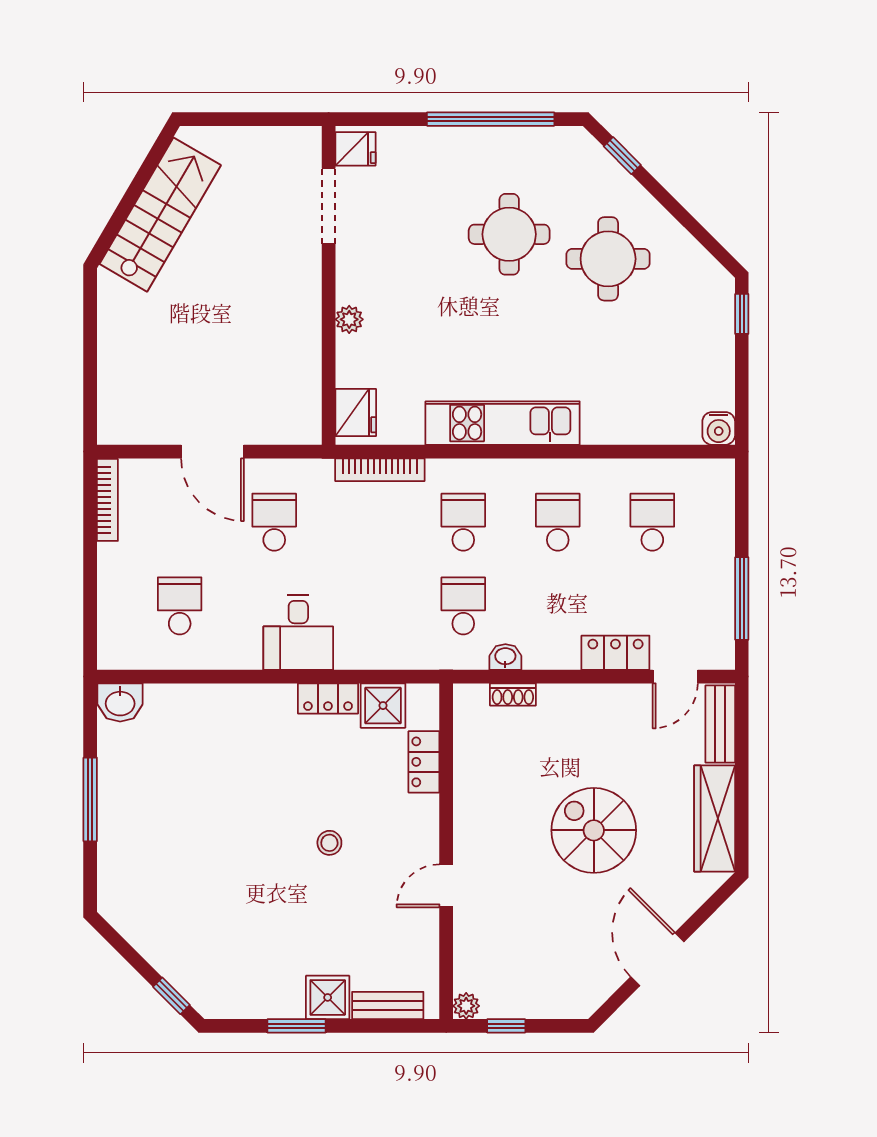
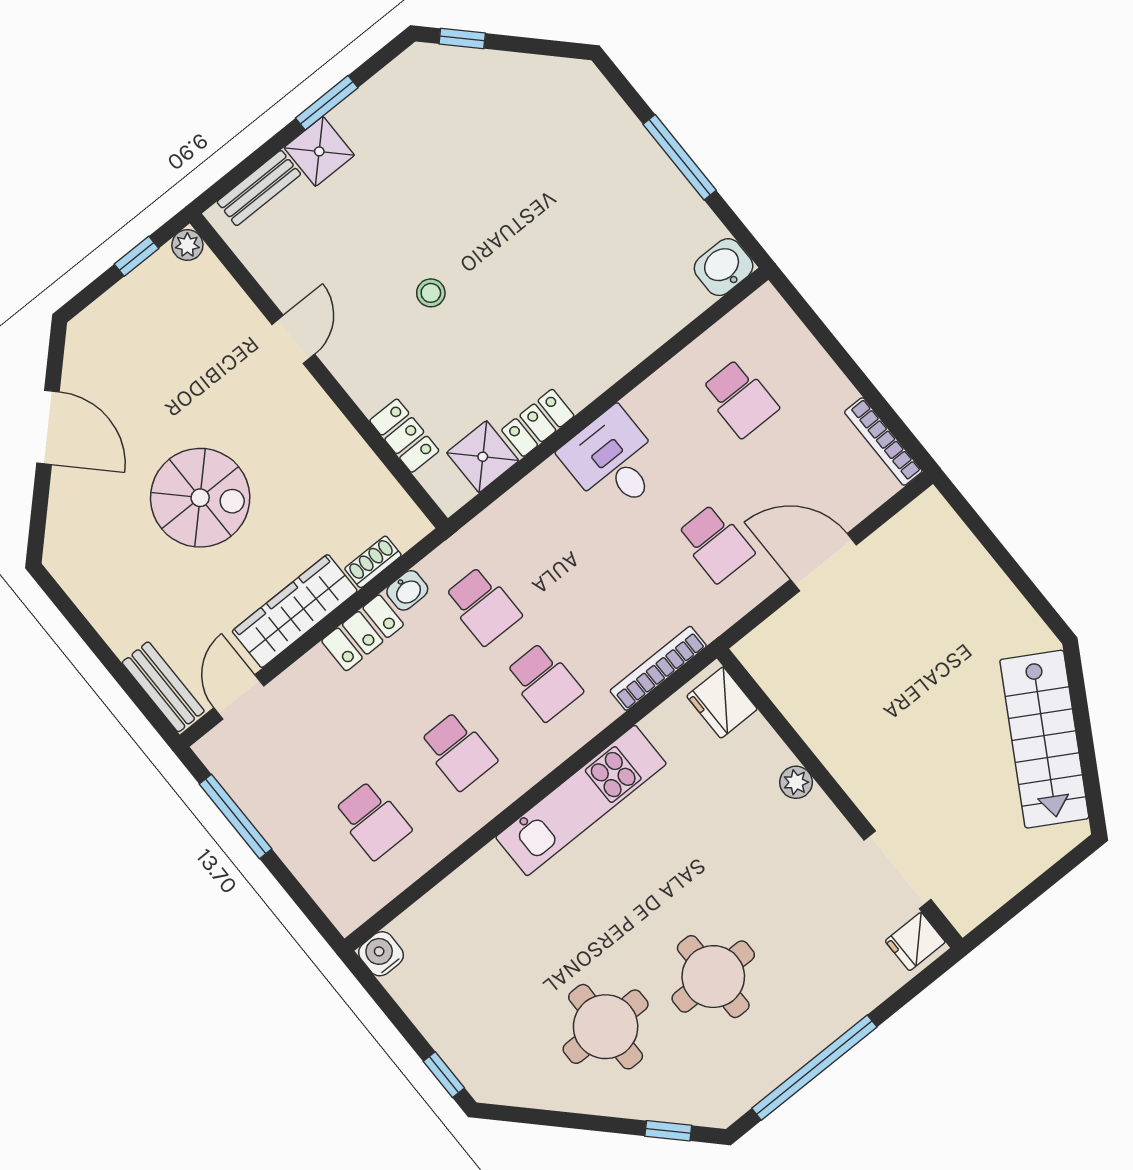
locker: (615, 653) -> (363, 633), moved
wardrobe: (715, 818) -> (295, 611), moved, turned -90

